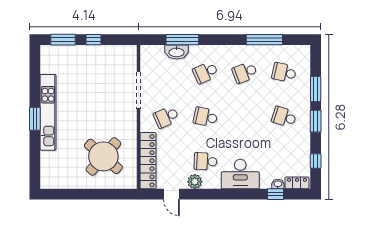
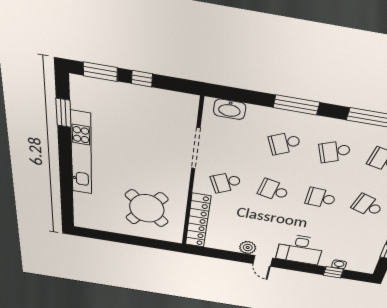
window: (182, 40) -> (296, 105), moved
washbasin: (177, 52) -> (230, 109), moved
window: (35, 119) -> (63, 113), moved
school desk: (206, 161) -> (321, 198), moved
locker: (297, 183) -> (360, 267), removed
door: (171, 194) -> (263, 261), moved

